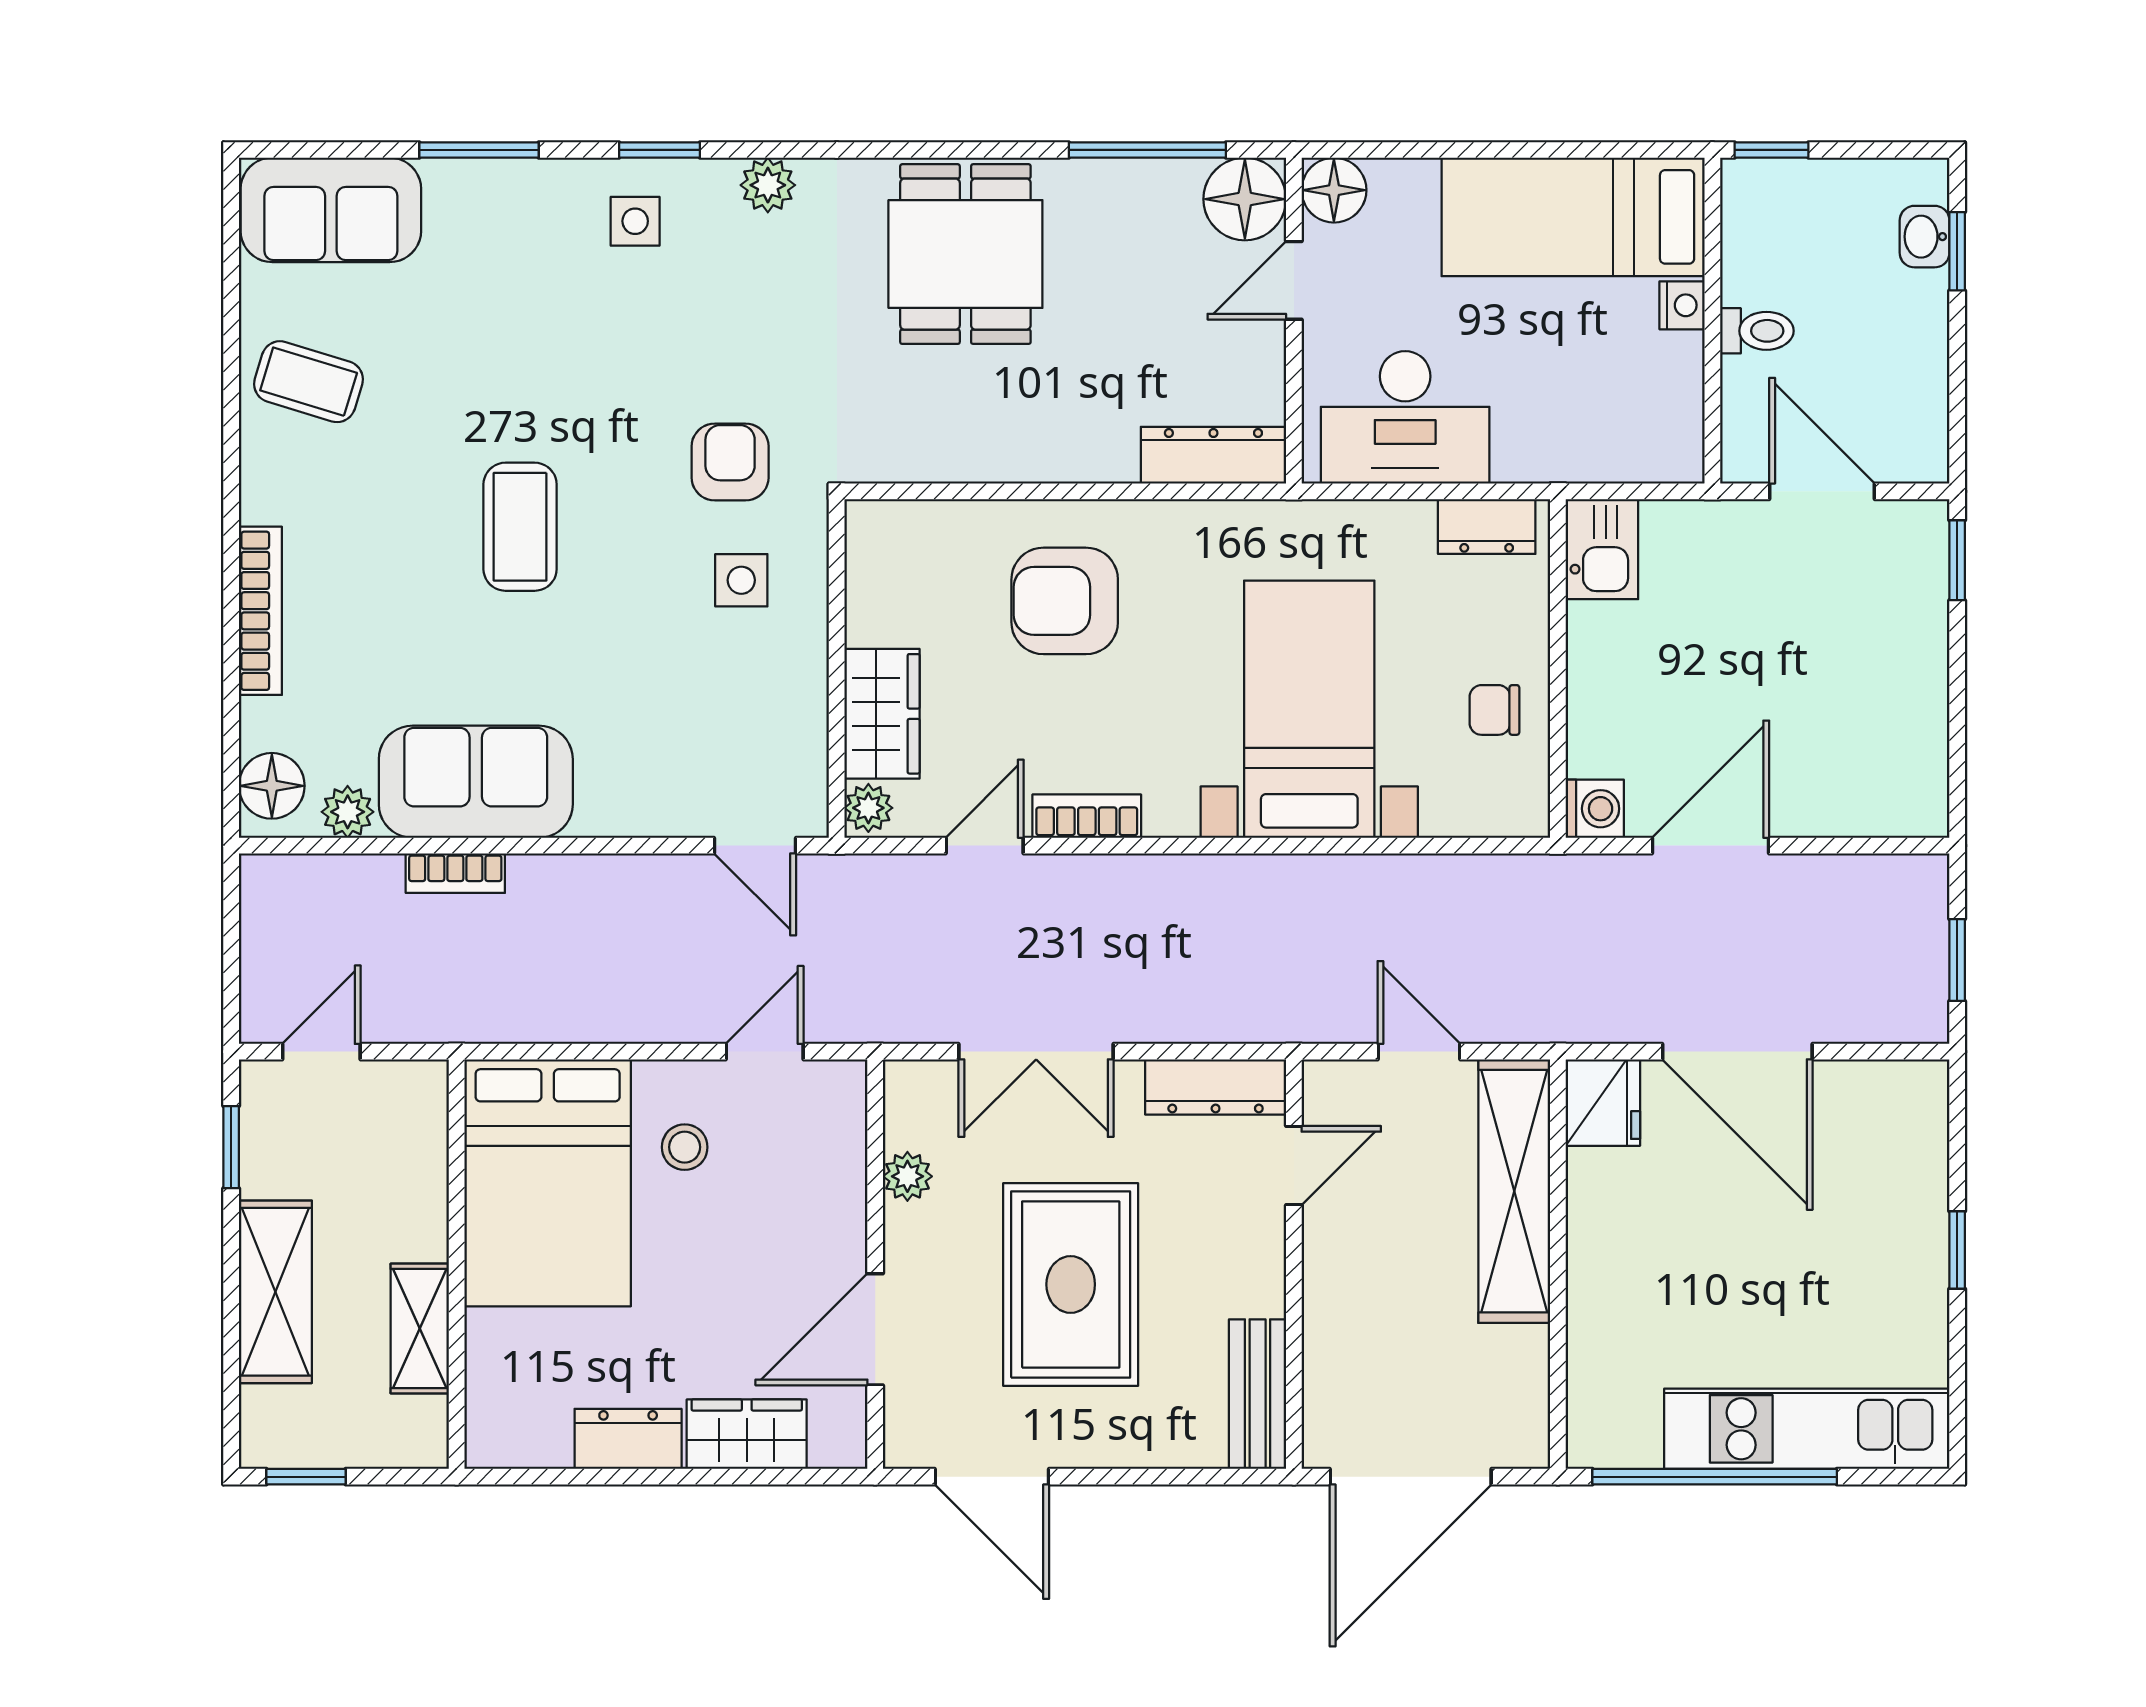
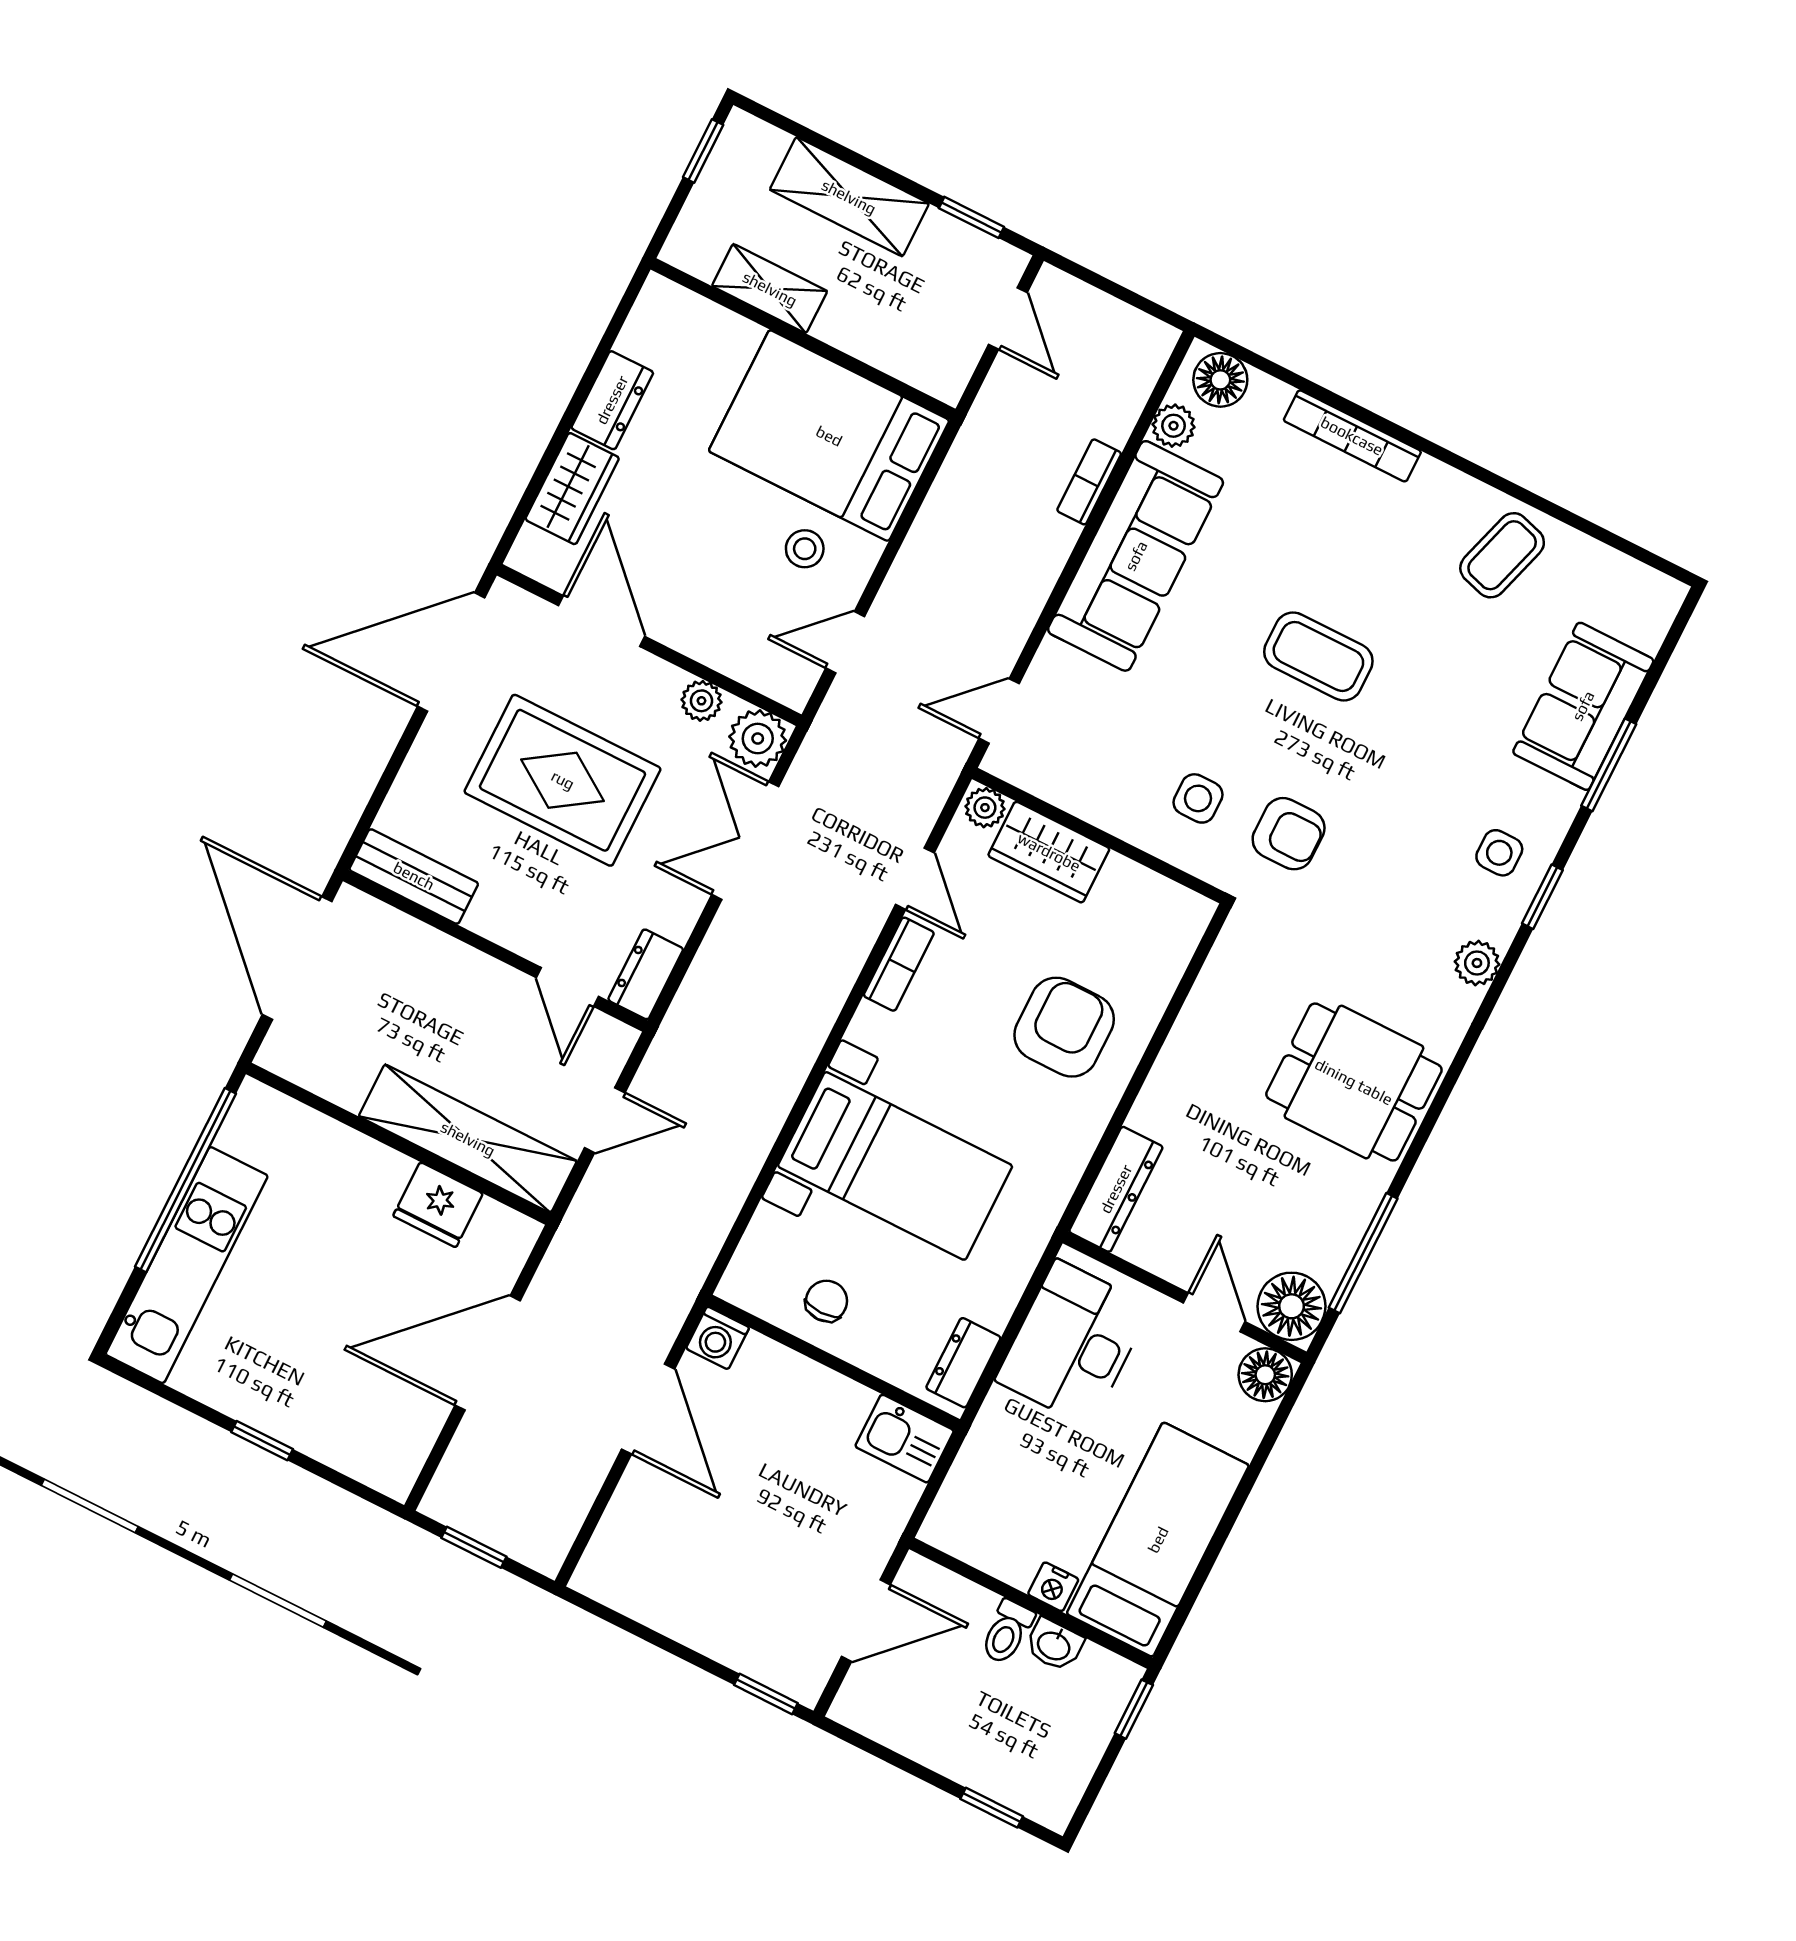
sofa: (331, 210) -> (1583, 706), moved
washbasin: (1925, 237) -> (1054, 1645), moved, turned 180
sofa: (476, 782) -> (1136, 556), width x1.36
door: (765, 1052) -> (845, 642), swing flipped
dresser: (1216, 1087) -> (646, 974), width x0.70
plant: (918, 1094) -> (758, 739), added
fridge: (1603, 1103) -> (438, 1205), moved
door: (992, 1477) -> (451, 652), width x1.36

